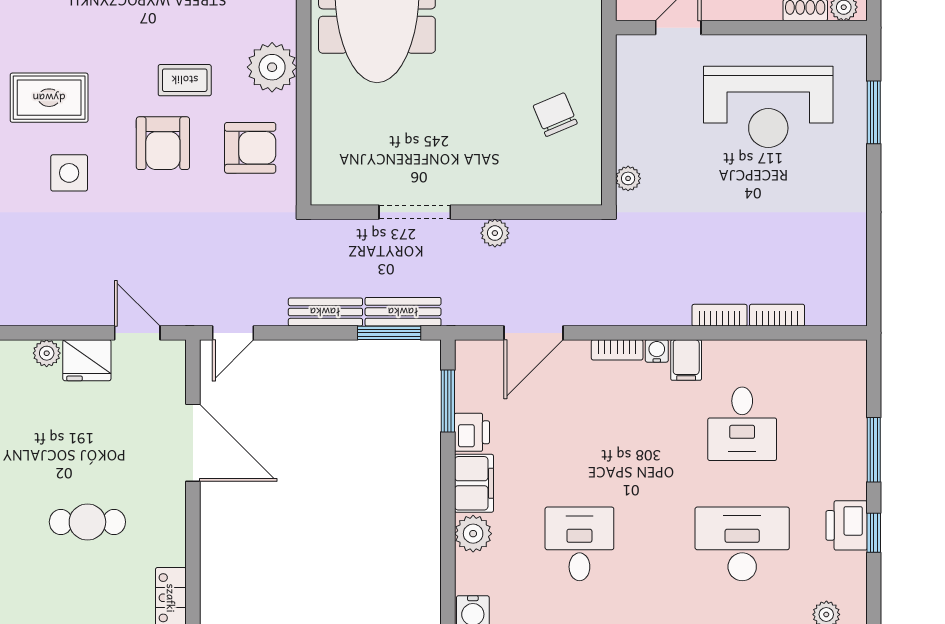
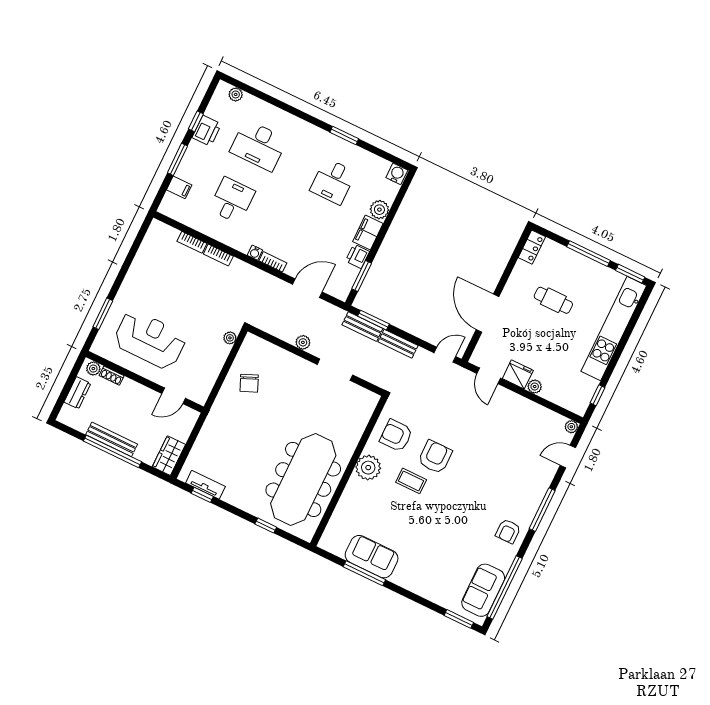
rug: (49, 98) -> (477, 503), removed
side table: (69, 173) -> (484, 464), removed
filing cabinet: (686, 360) -> (179, 187), moved, turned 90

